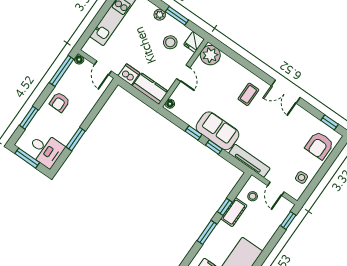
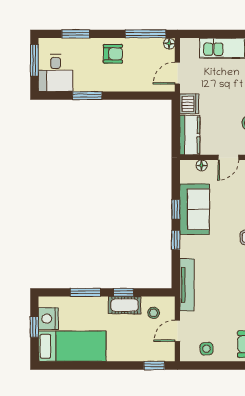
armchair: (60, 102) -> (113, 54), turned 180
floor lamp: (170, 104) -> (202, 165), moved
sofa: (217, 131) -> (195, 209), moved

